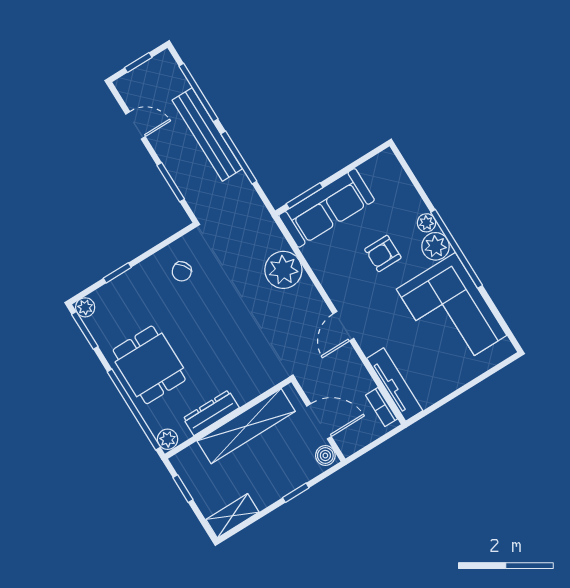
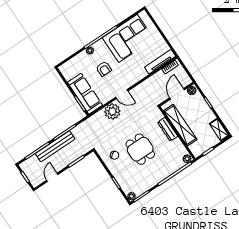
plant: (436, 246) -> (100, 46), removed
door: (343, 326) -> (122, 94), moved
dining table: (149, 365) -> (140, 149), moved, turned 90
dresser: (211, 413) -> (168, 129), moved

